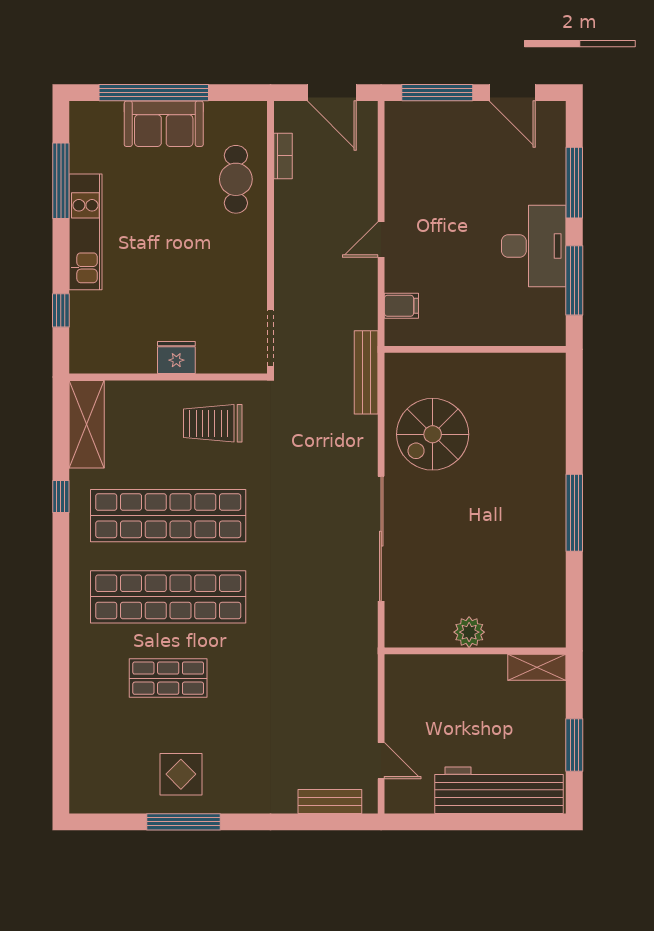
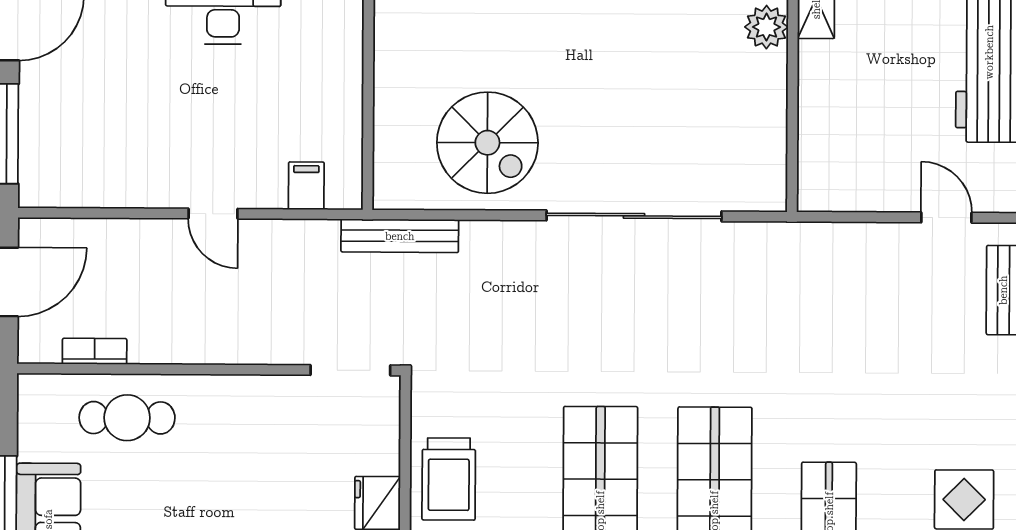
trolley: (213, 423) -> (449, 479), moved
plant: (469, 632) -> (766, 27), moved
door: (381, 761) -> (946, 218), hinge flipped

